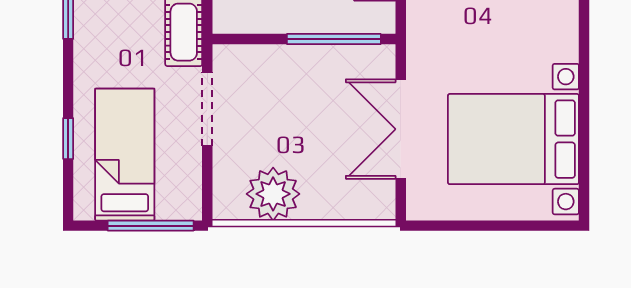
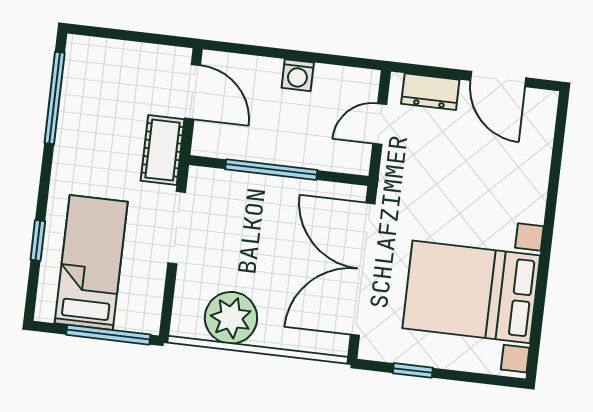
window: (334, 39) -> (271, 170), moved
double door: (401, 129) -> (363, 269), width x1.36
window: (464, 226) -> (413, 370), added

